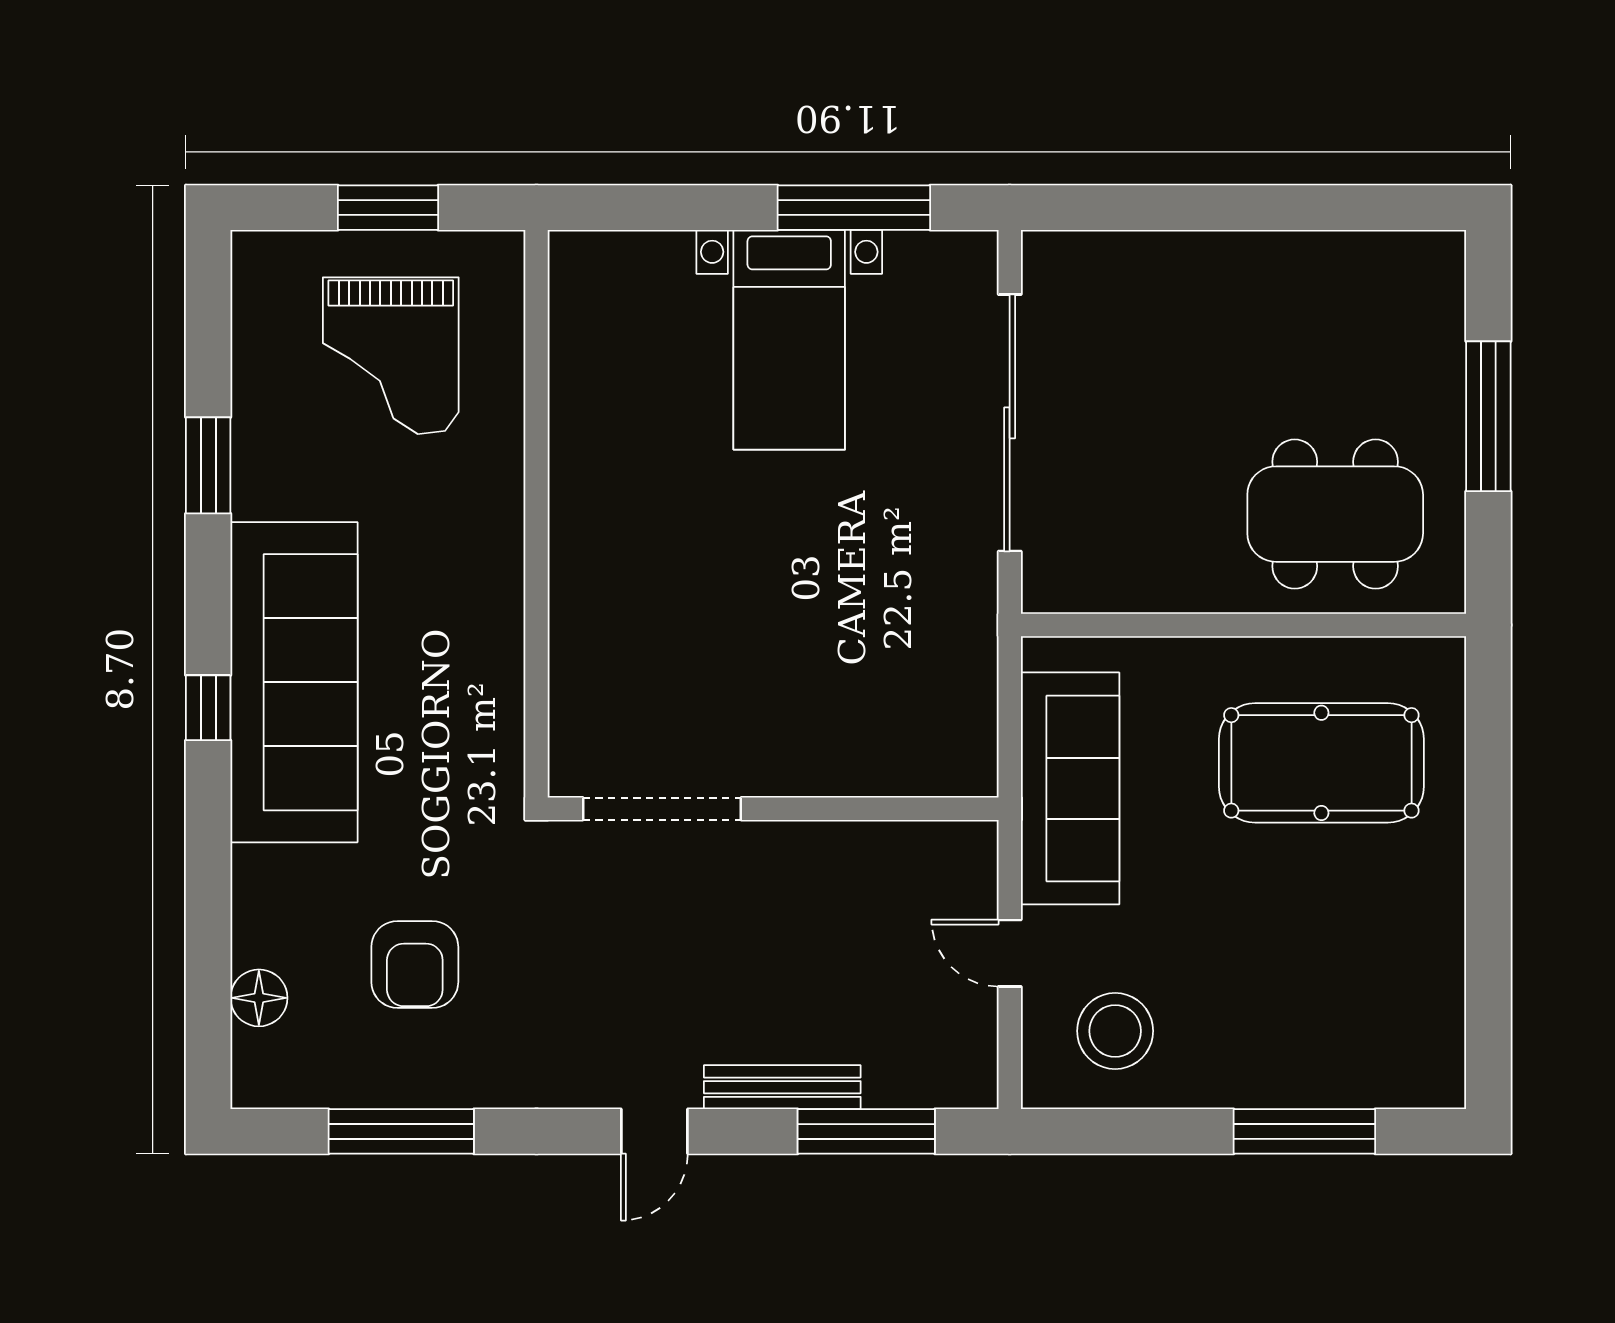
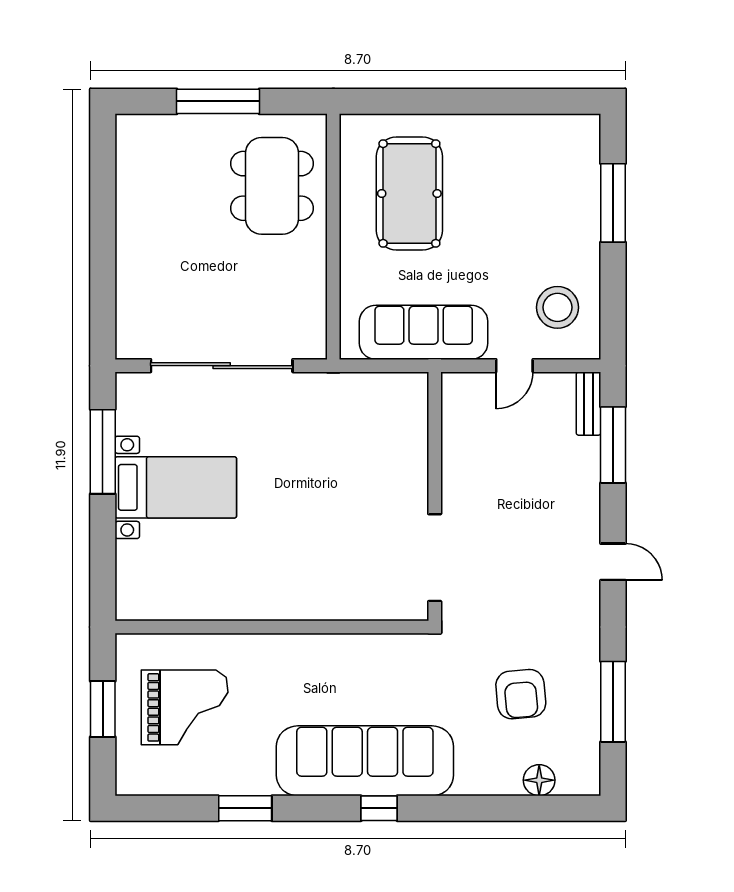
armchair: (415, 964) -> (521, 694), turned 85
bench: (782, 1087) -> (589, 404), moved, width x0.73

